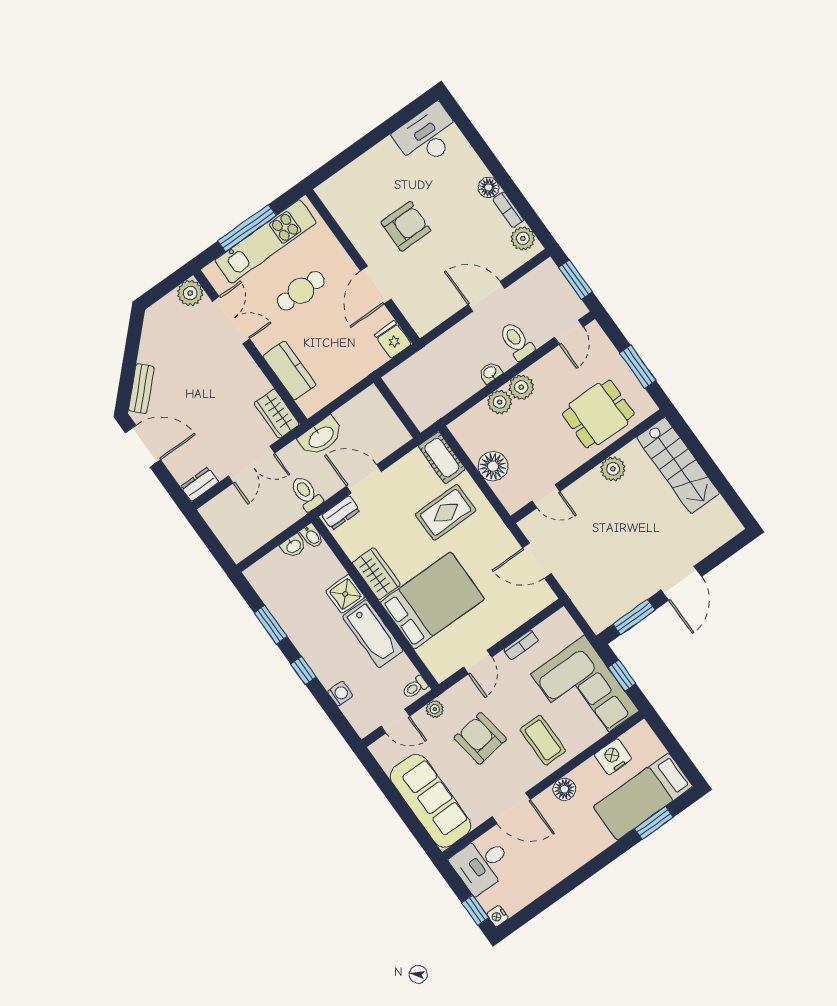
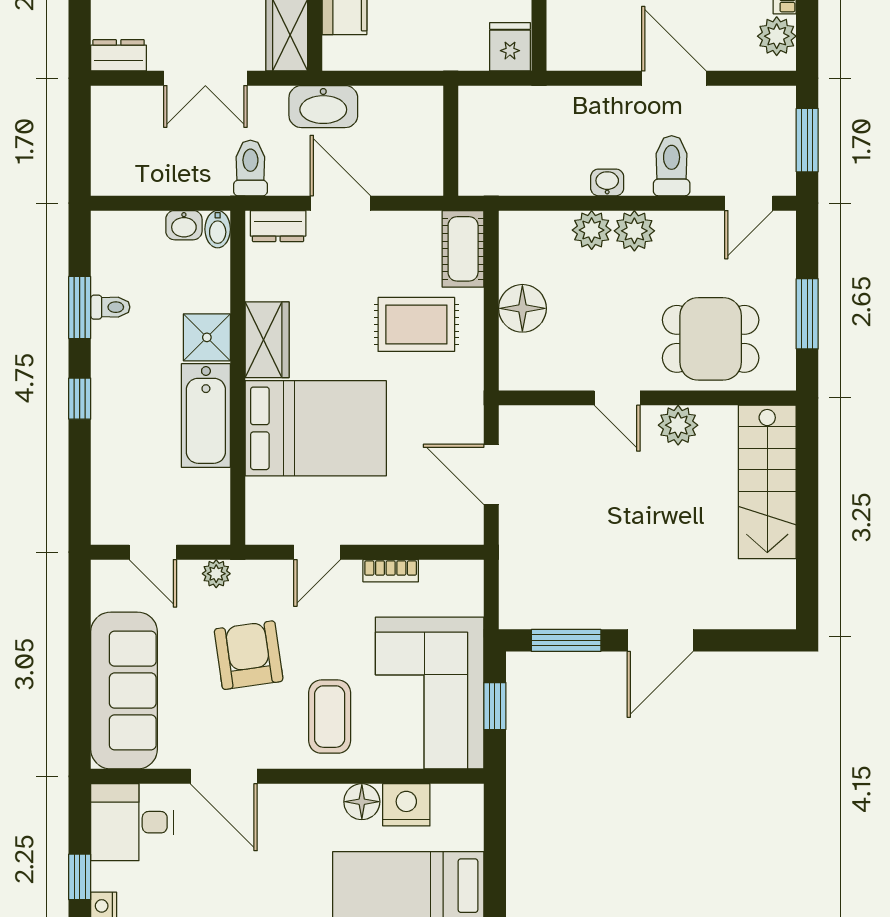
door: (546, 496) -> (617, 398), moved
toilet: (415, 687) -> (110, 307), moved, turned 180
washing machine: (340, 694) -> (106, 464), removed
floor lamp: (564, 789) -> (362, 802), moved

